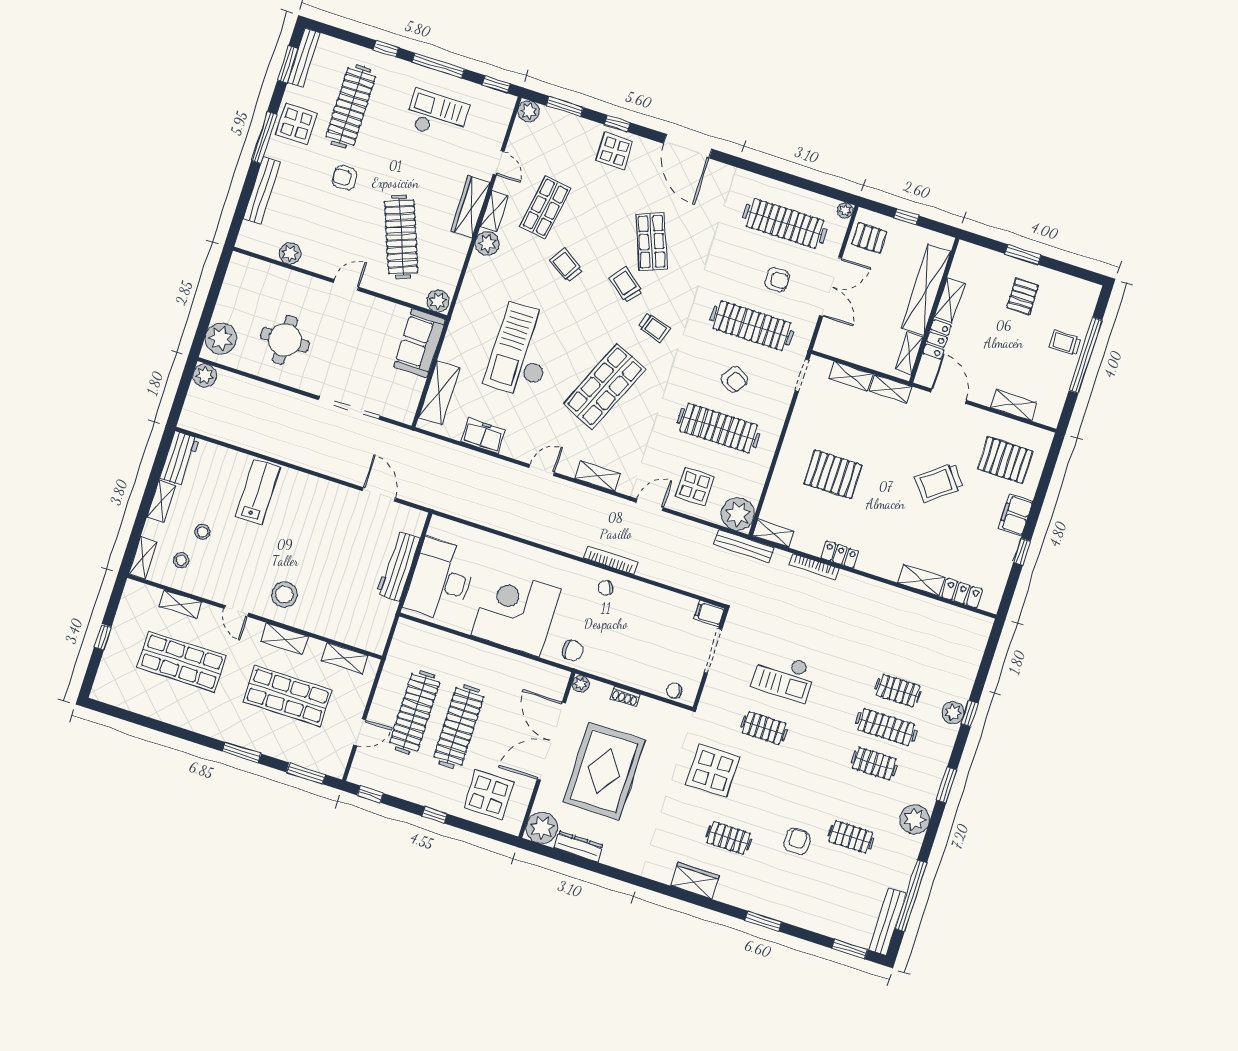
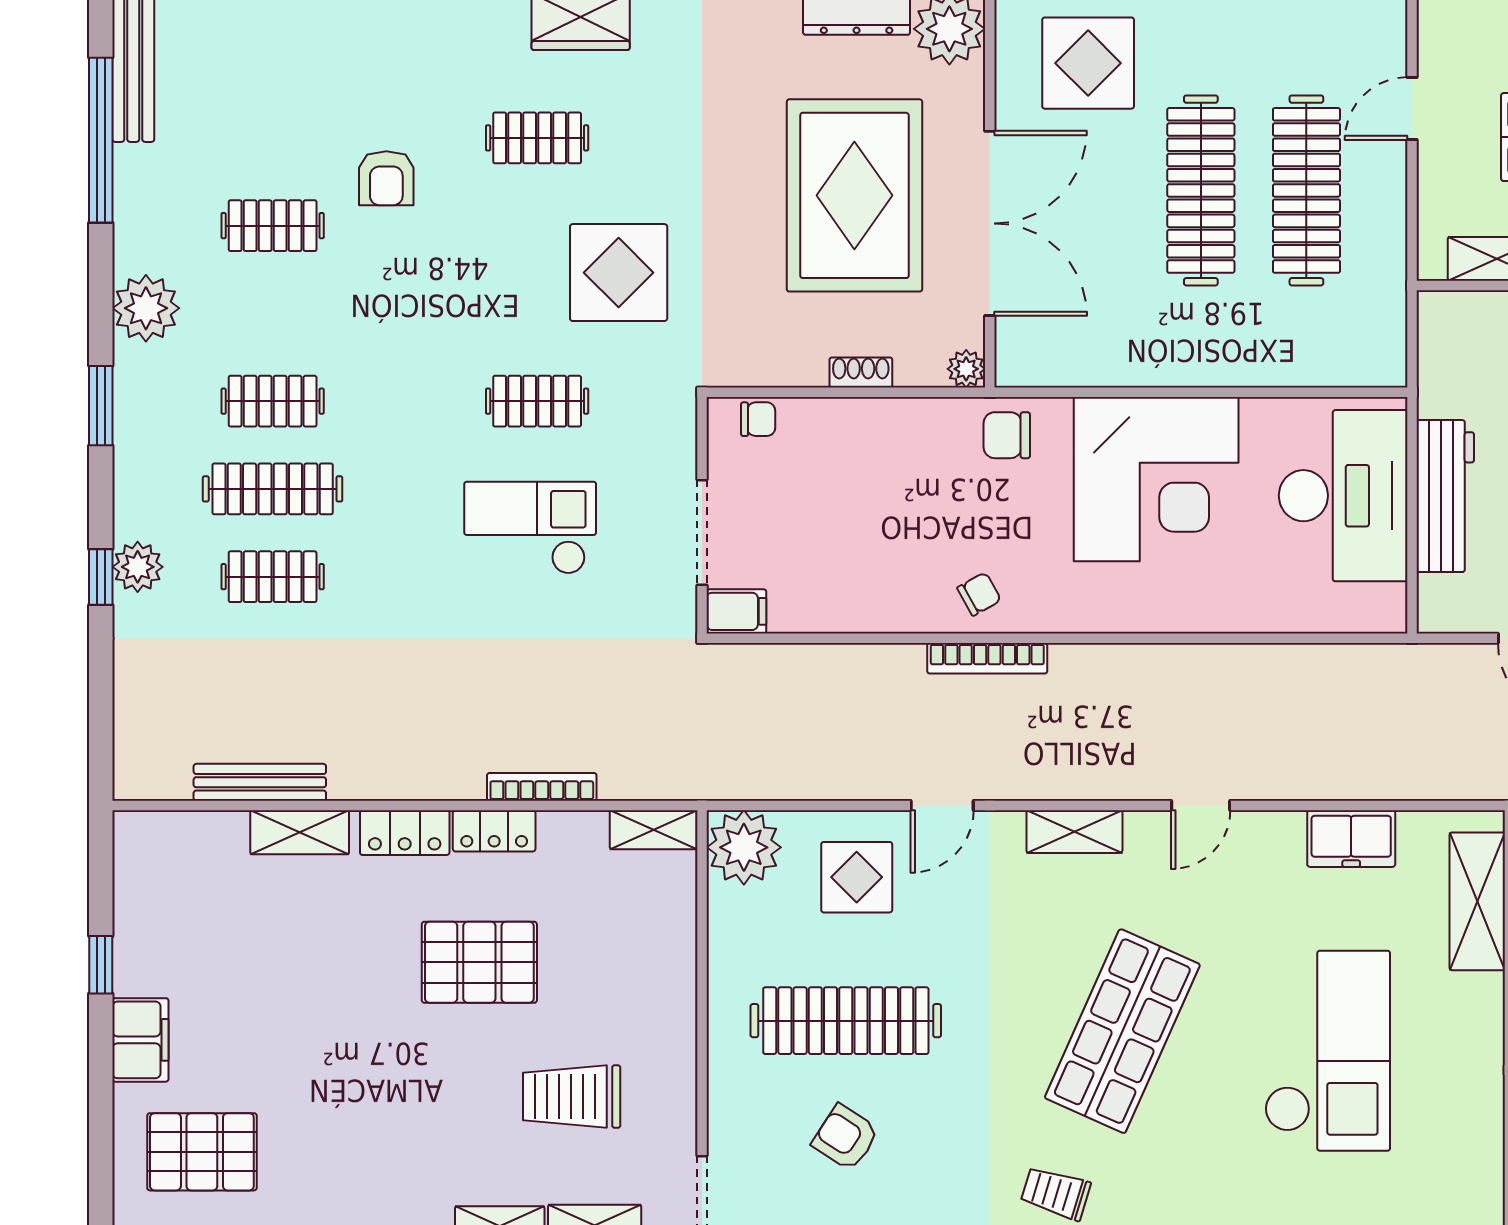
pallet: (833, 474) -> (479, 962), moved
trolley: (939, 483) -> (572, 1097), moved, turned -142
bench: (744, 546) -> (260, 782), moved
locker: (962, 593) -> (405, 833), moved

